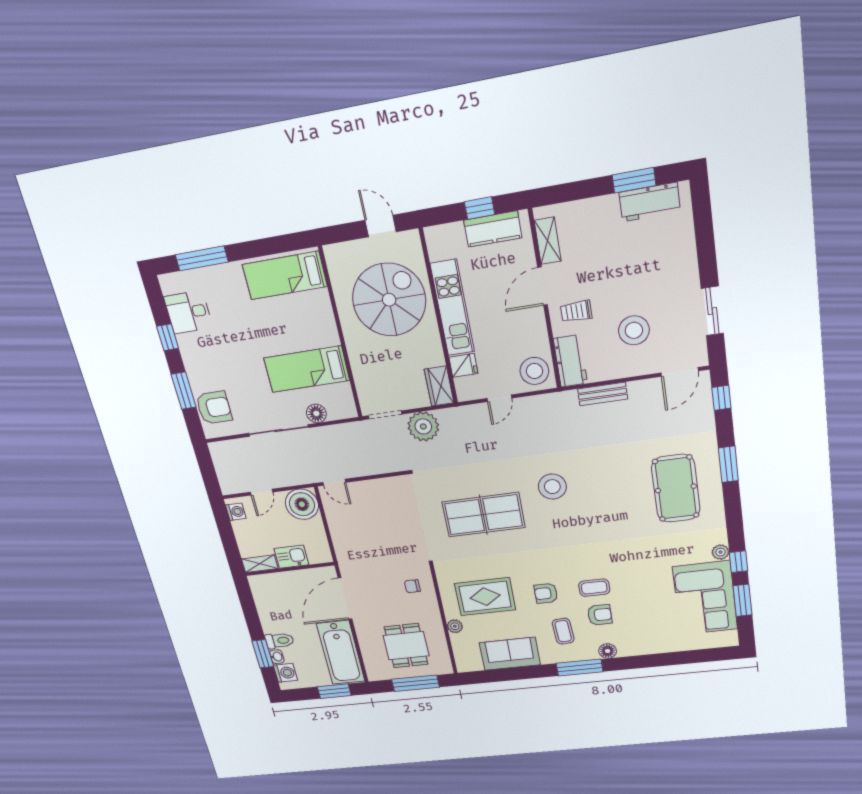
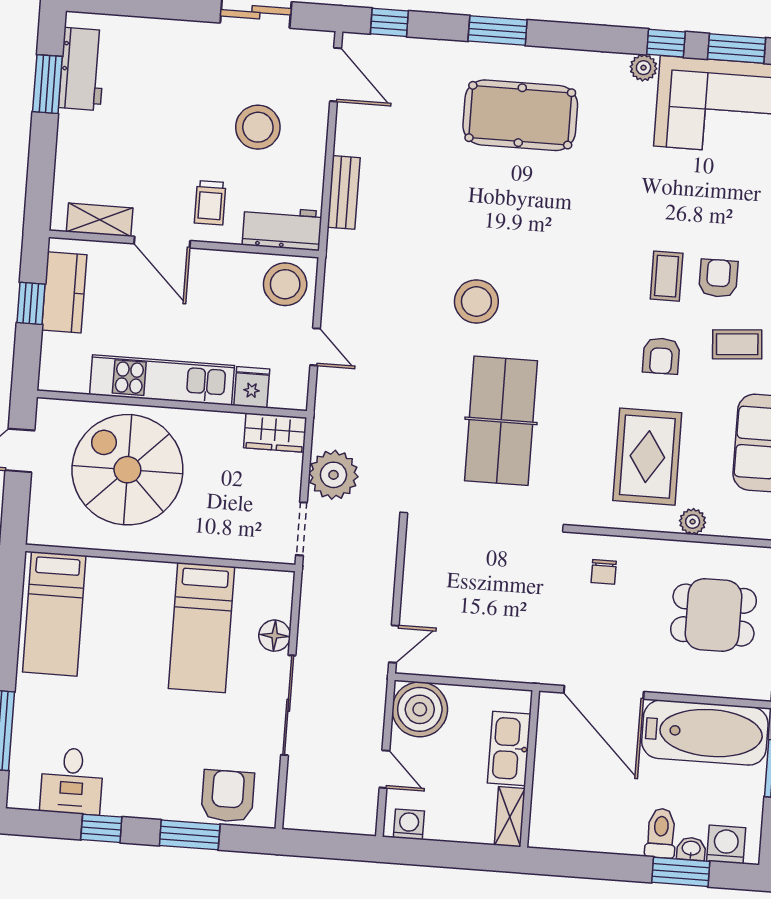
kitchen sink: (291, 557) -> (509, 748), width x1.38

